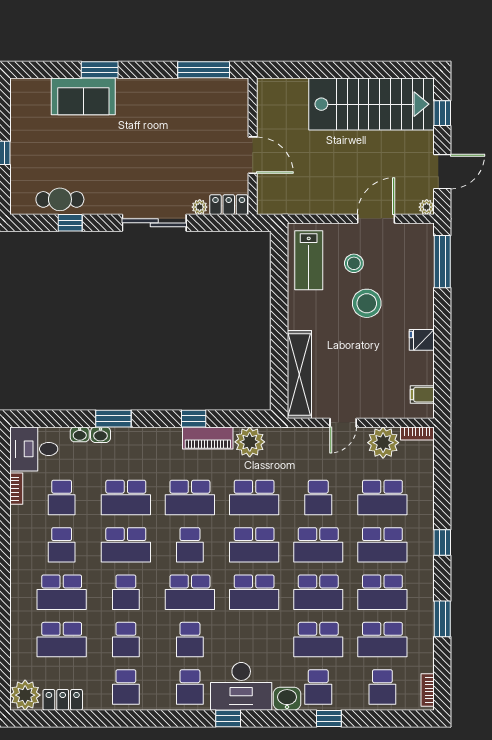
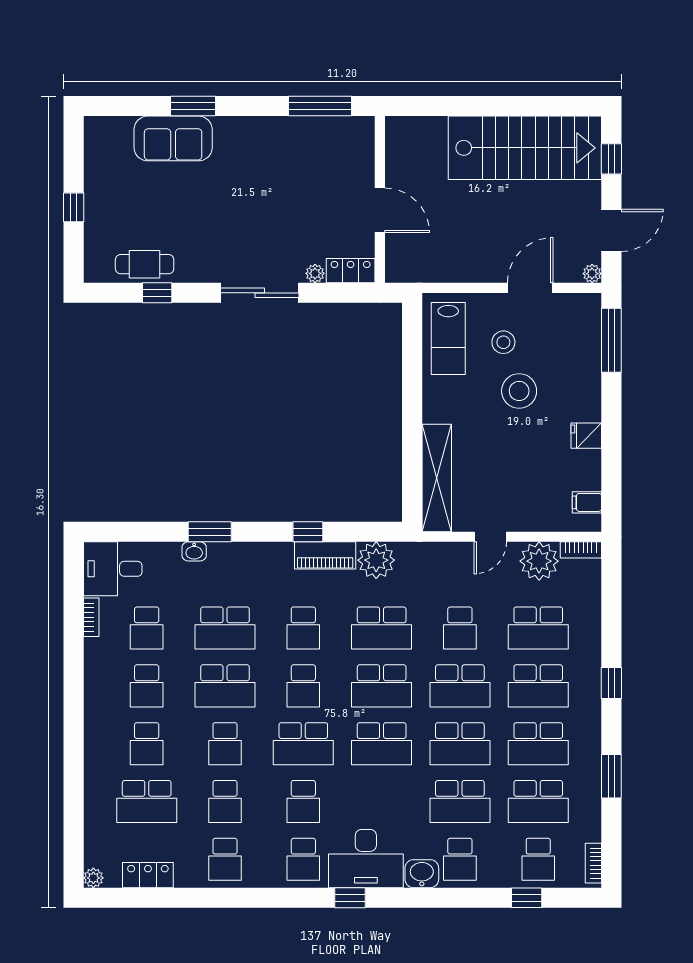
washbasin: (80, 434) -> (169, 551), removed
school desk: (190, 497) -> (303, 628), width x0.54
school desk: (62, 592) -> (147, 744), width x0.54
plant: (25, 695) -> (93, 878), width x0.53, depth x0.53
window: (329, 718) -> (527, 898), moved

